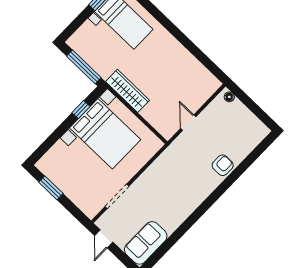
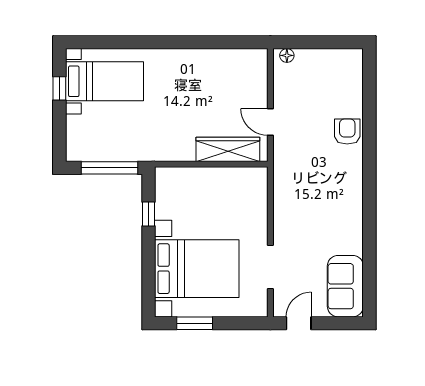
wardrobe: (128, 91) -> (228, 149), moved
bed with nightstands: (105, 134) -> (197, 269), moved
door: (104, 239) -> (299, 323), swing flipped

